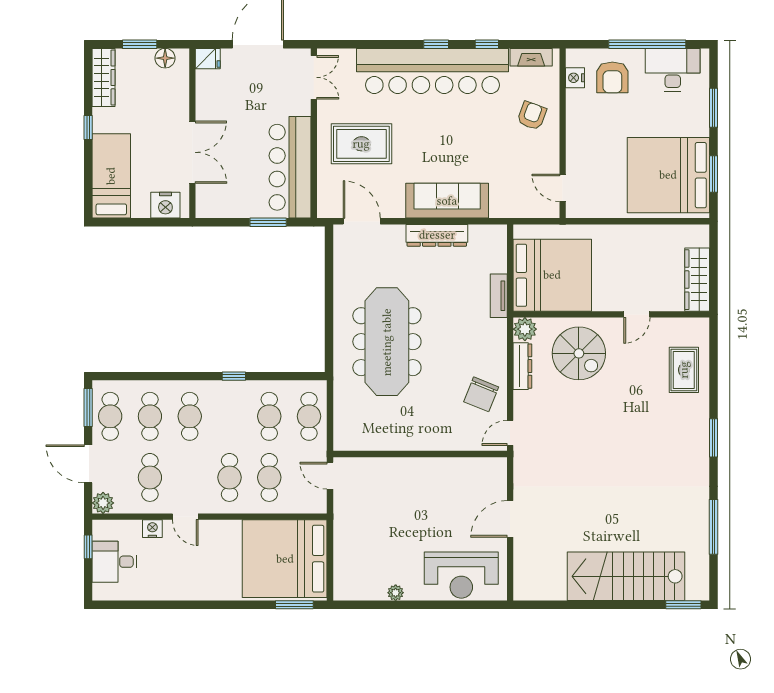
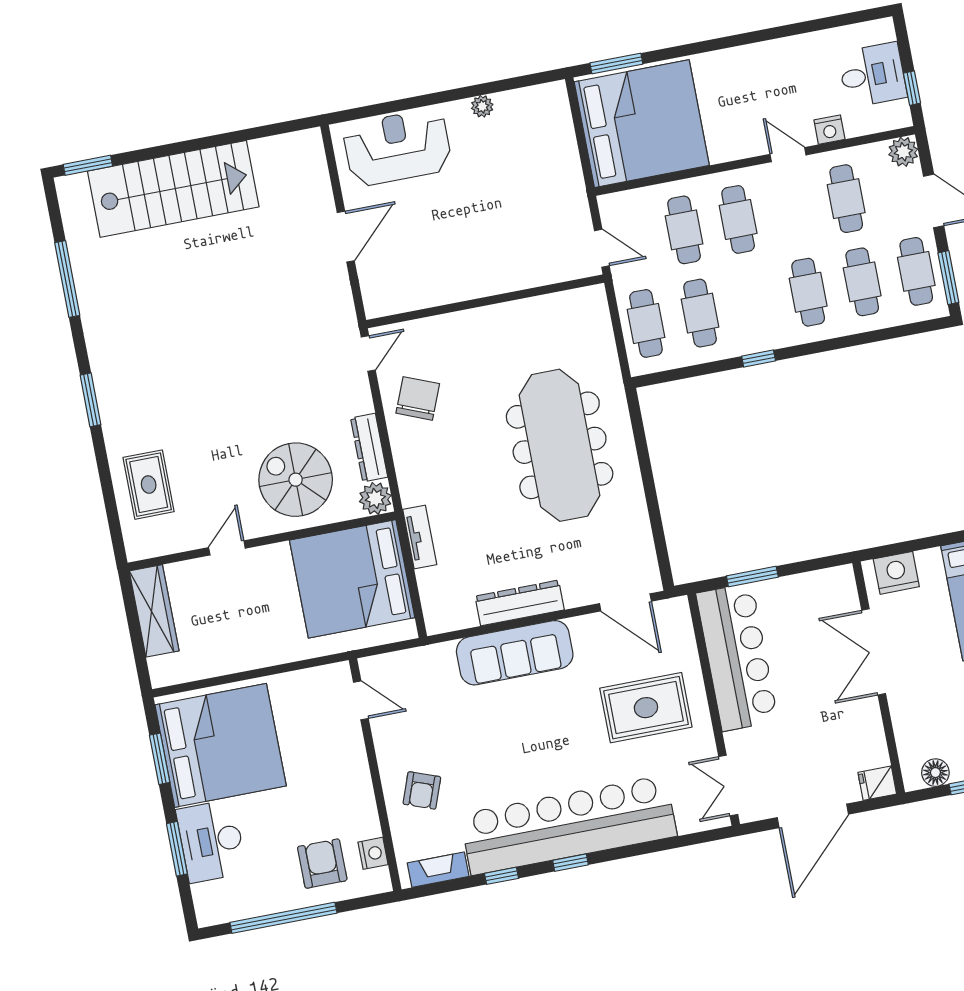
desk: (673, 70) -> (211, 841), moved, turned 90

